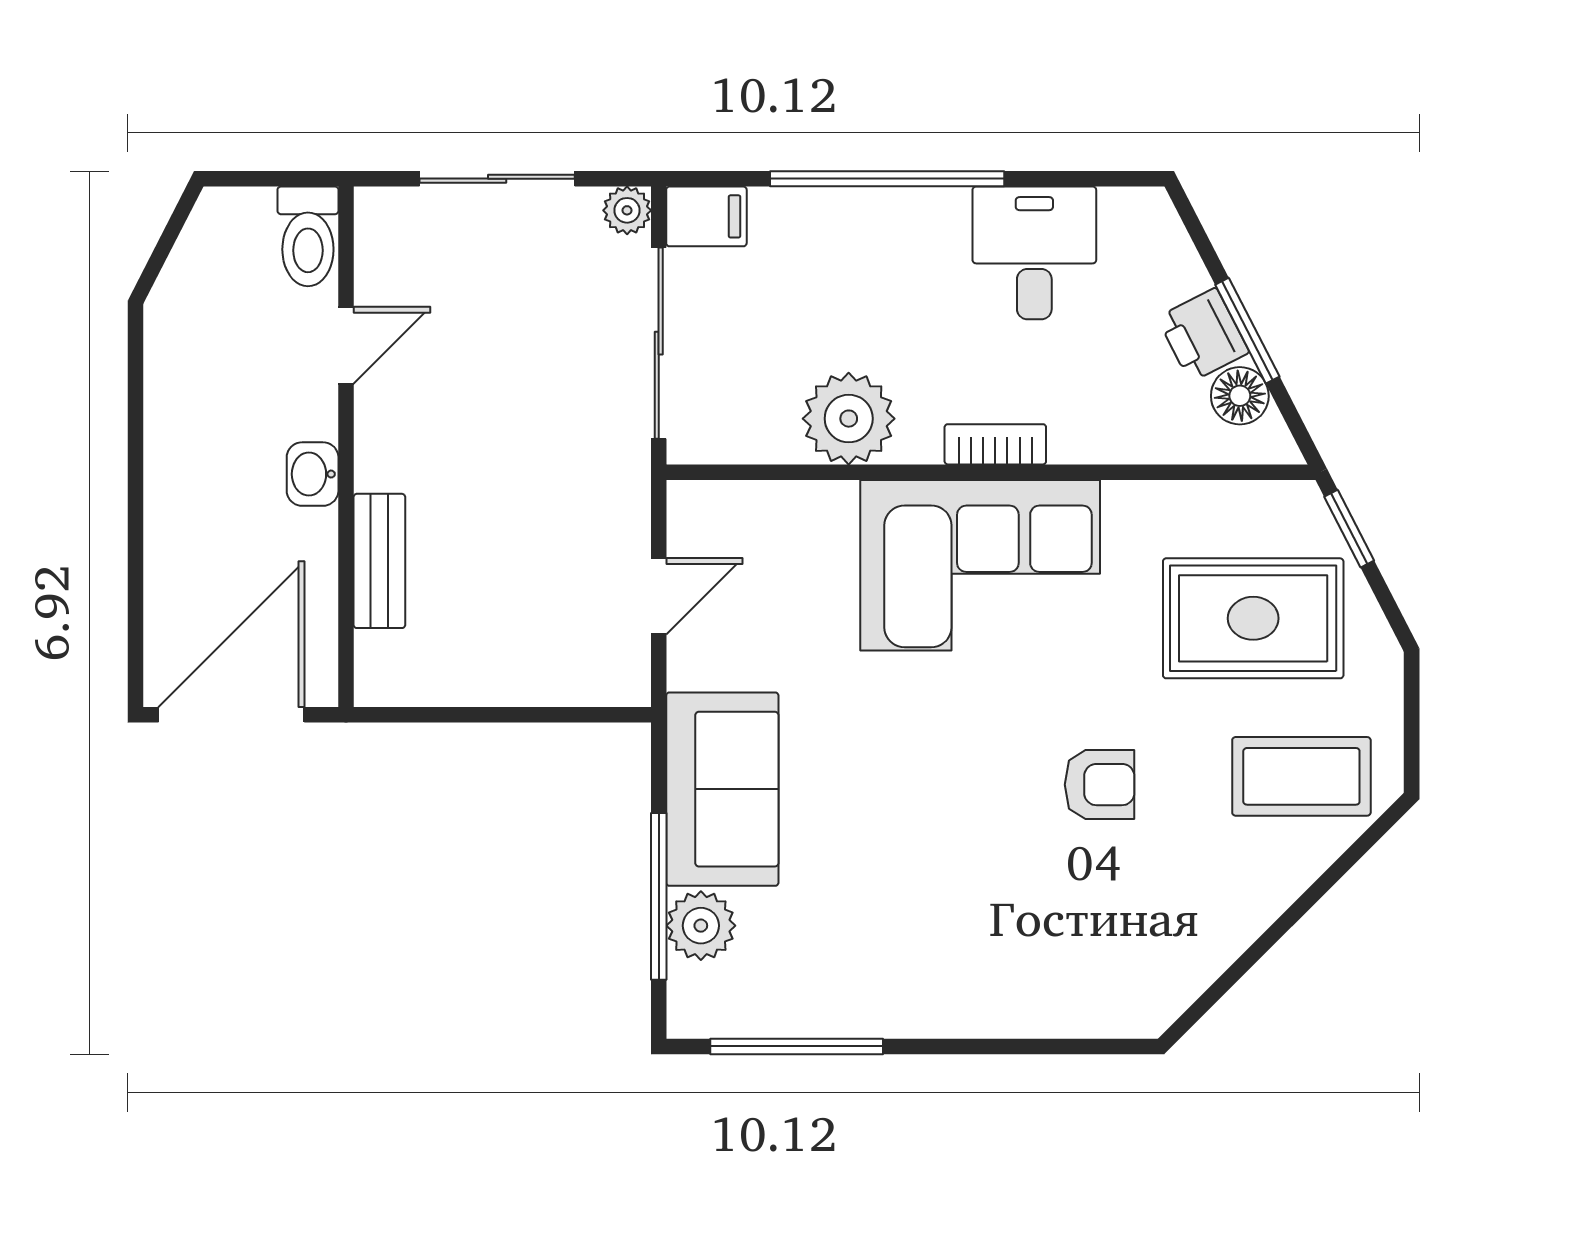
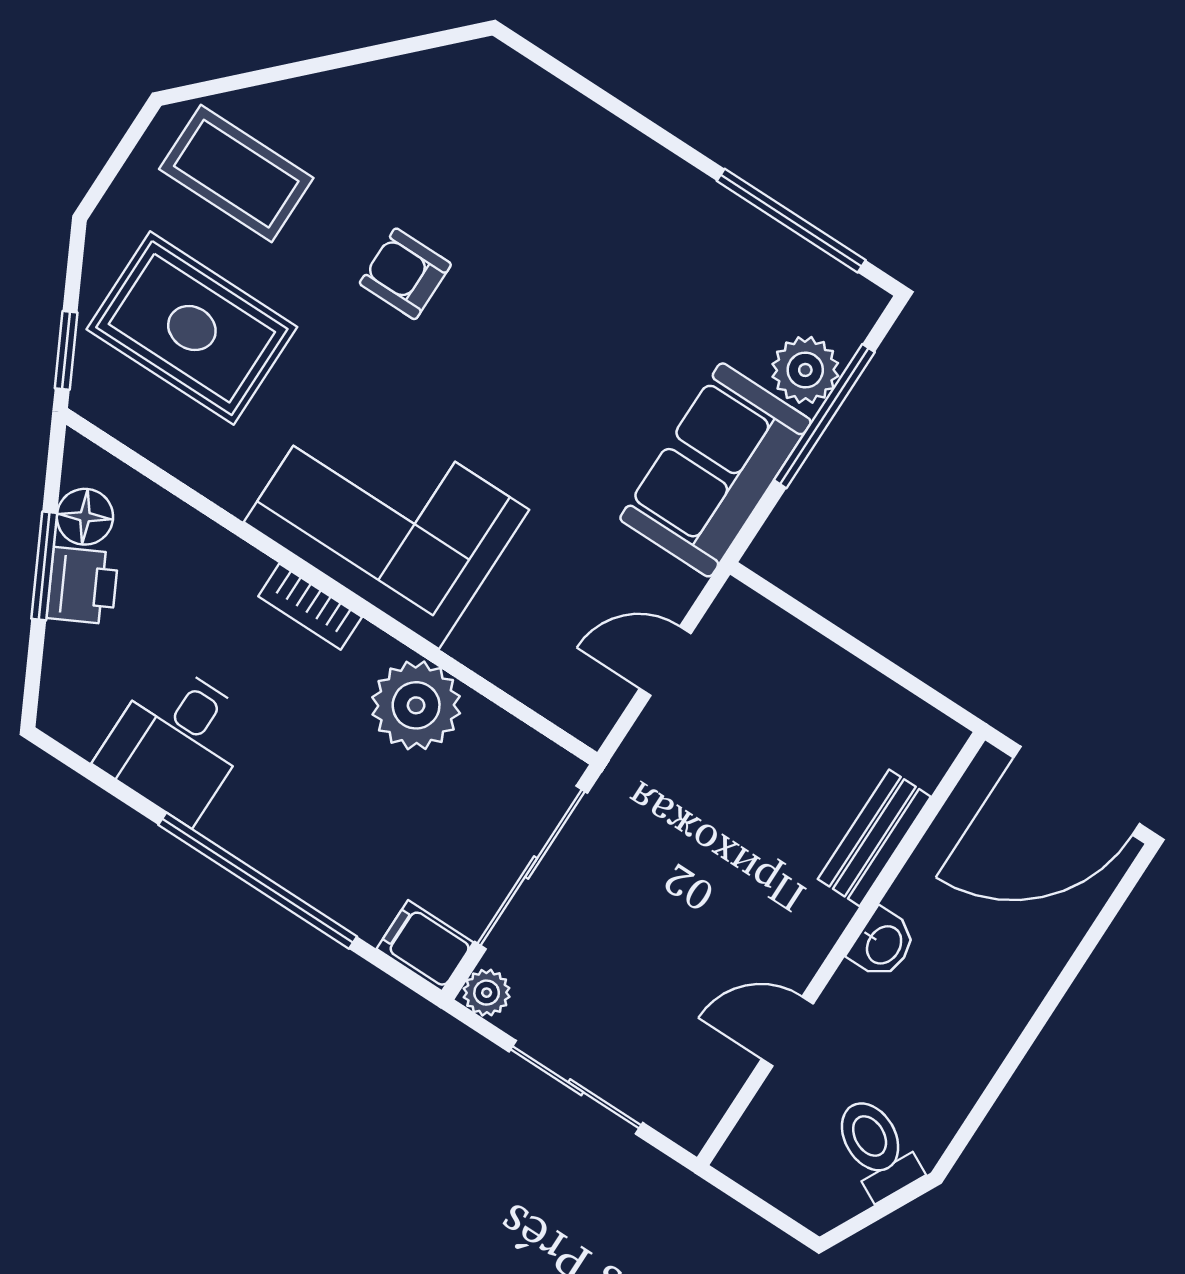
toilet: (308, 236) -> (876, 1148), moved, turned -63

